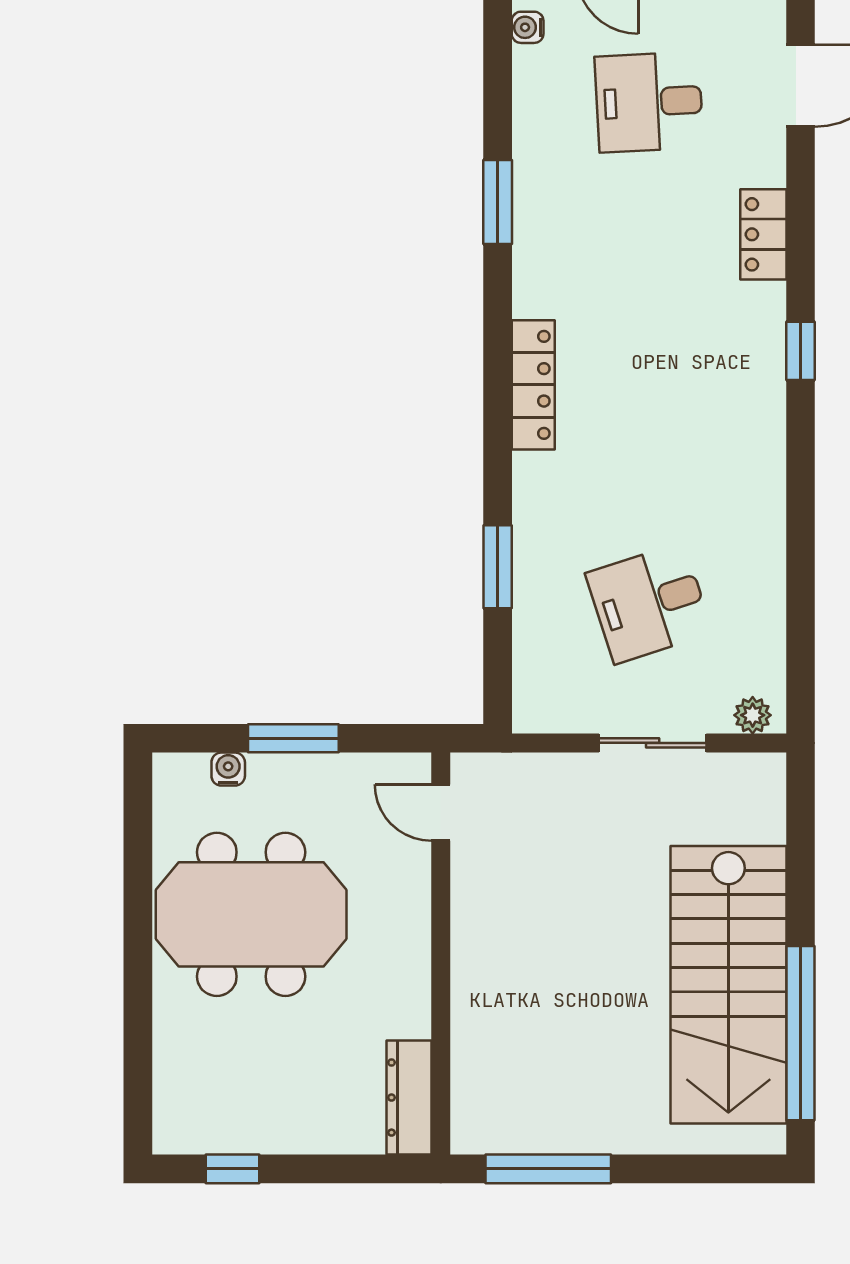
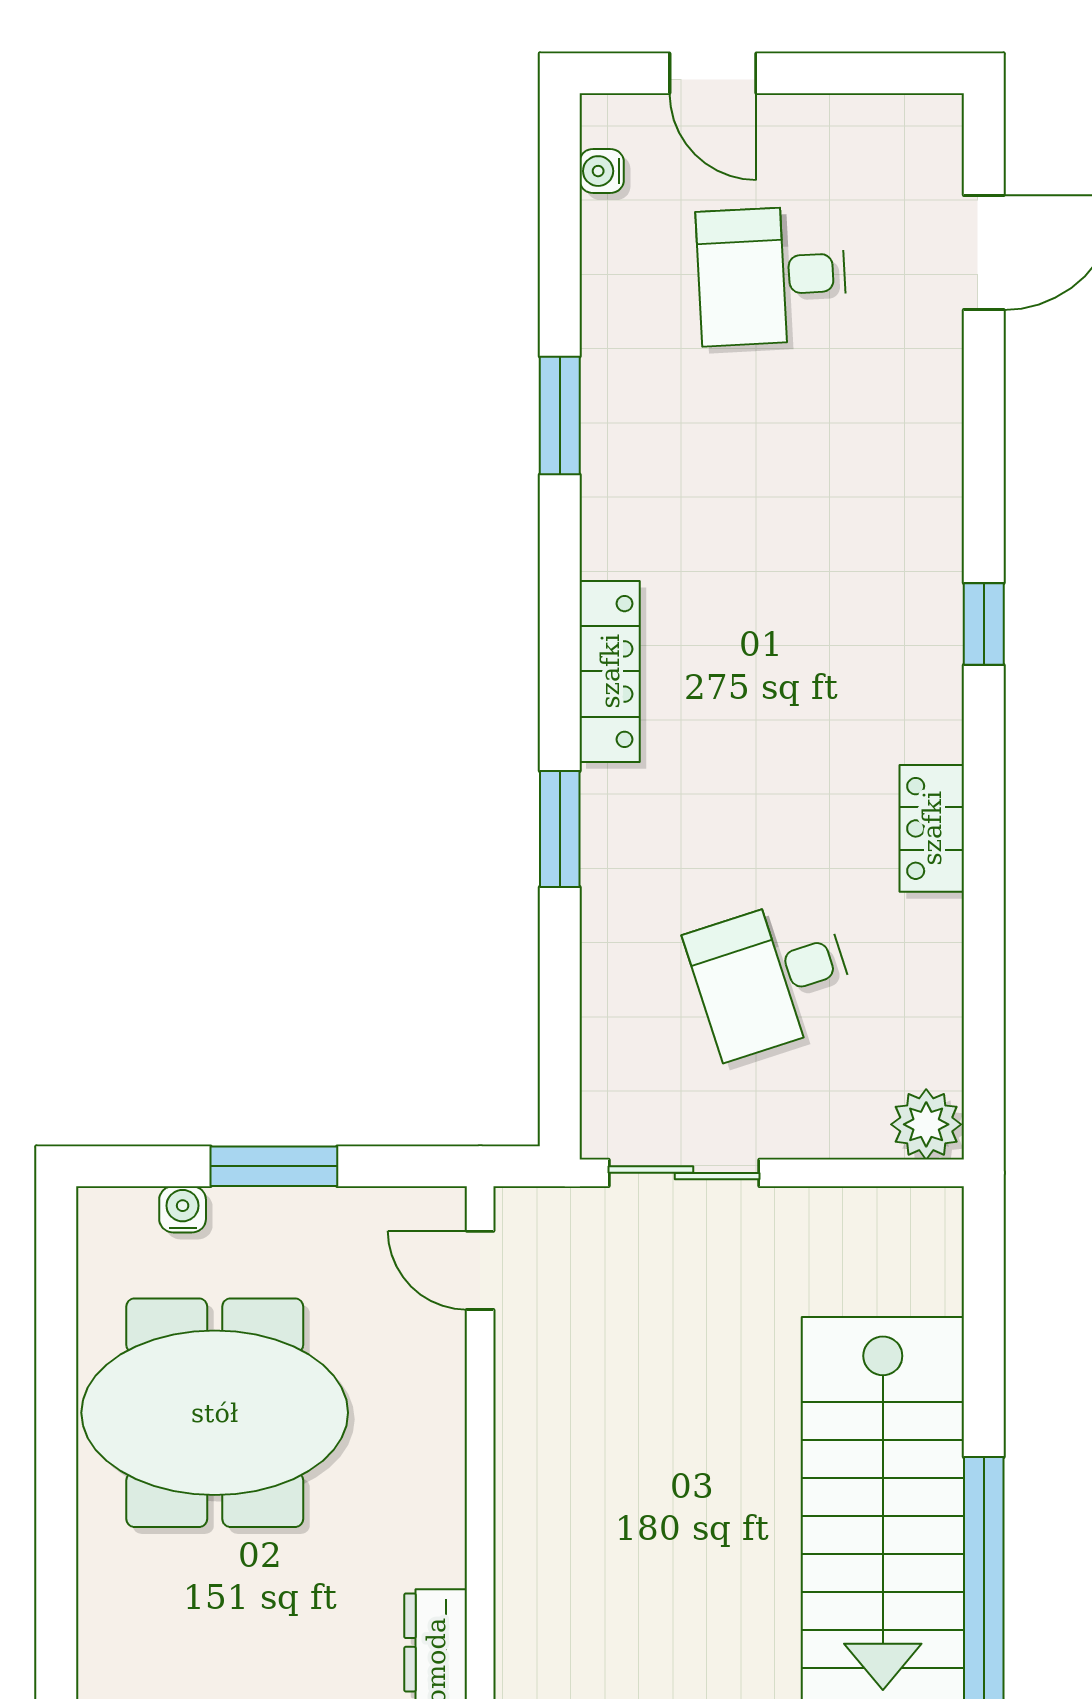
locker: (763, 234) -> (932, 828), moved
window: (498, 567) -> (560, 829), moved
plant: (753, 715) -> (926, 1124), width x1.38, depth x1.38
sliding door: (653, 743) -> (684, 1173), moved

